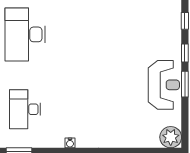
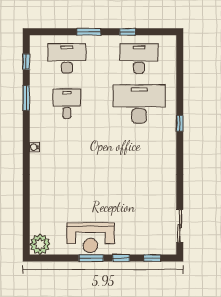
desk: (25, 109) -> (67, 104), width x0.73

